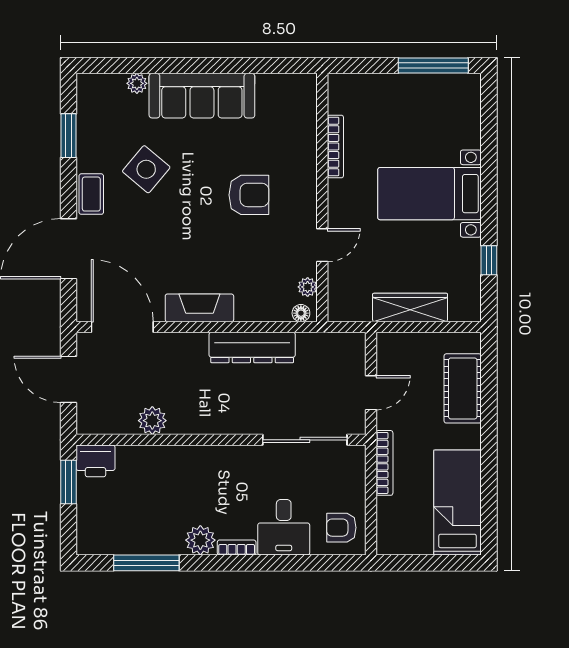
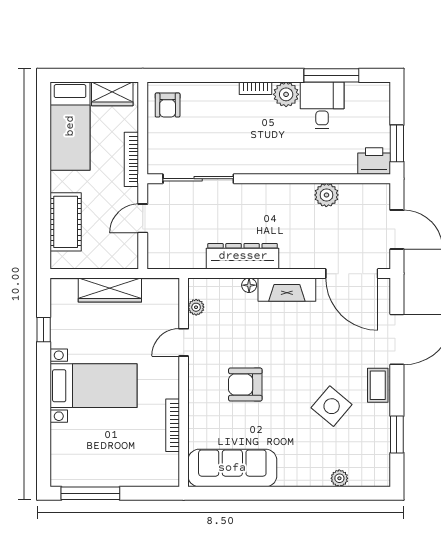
sofa: (202, 96) -> (232, 468), moved
floor lamp: (301, 313) -> (249, 285), moved
desk: (284, 527) -> (322, 105), moved
armchair: (341, 528) -> (168, 105), turned 90
wardrobe: (407, 541) -> (112, 94), added

